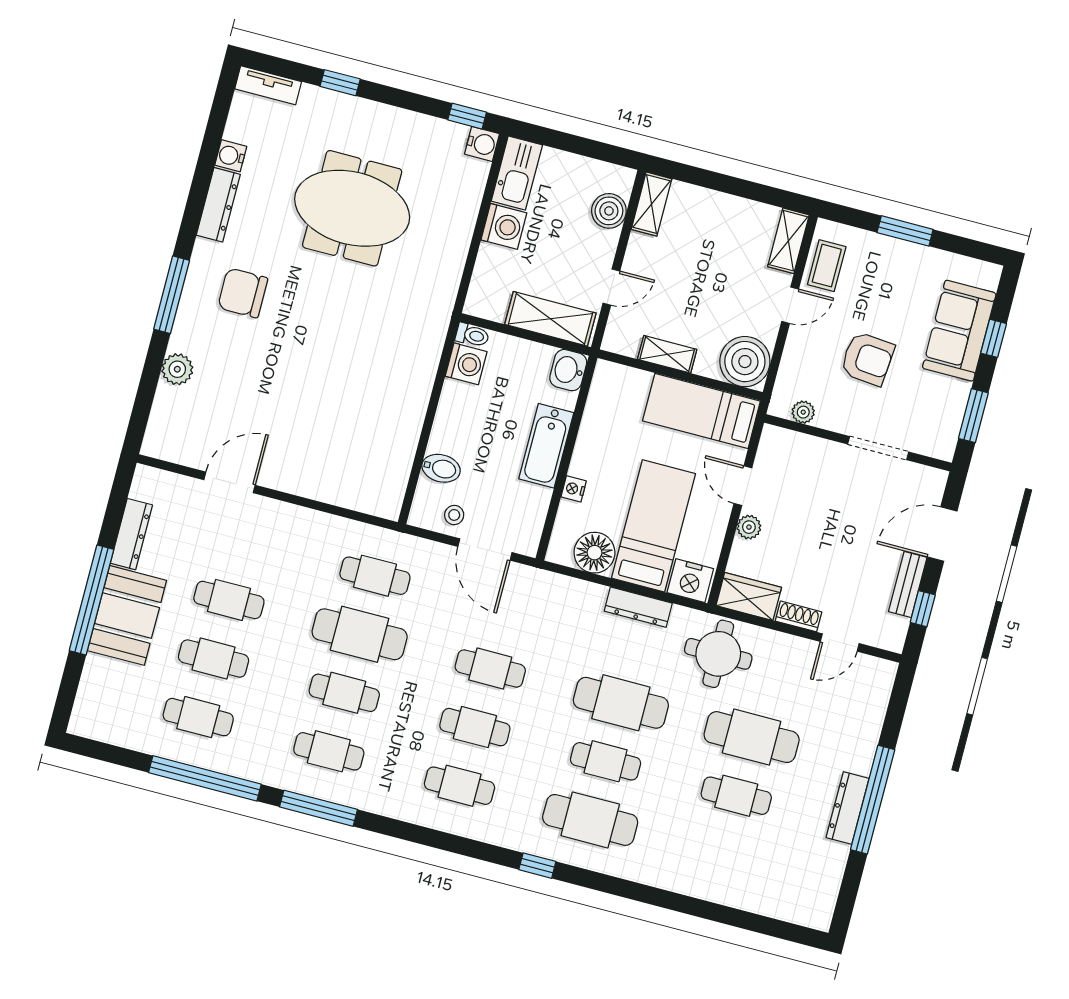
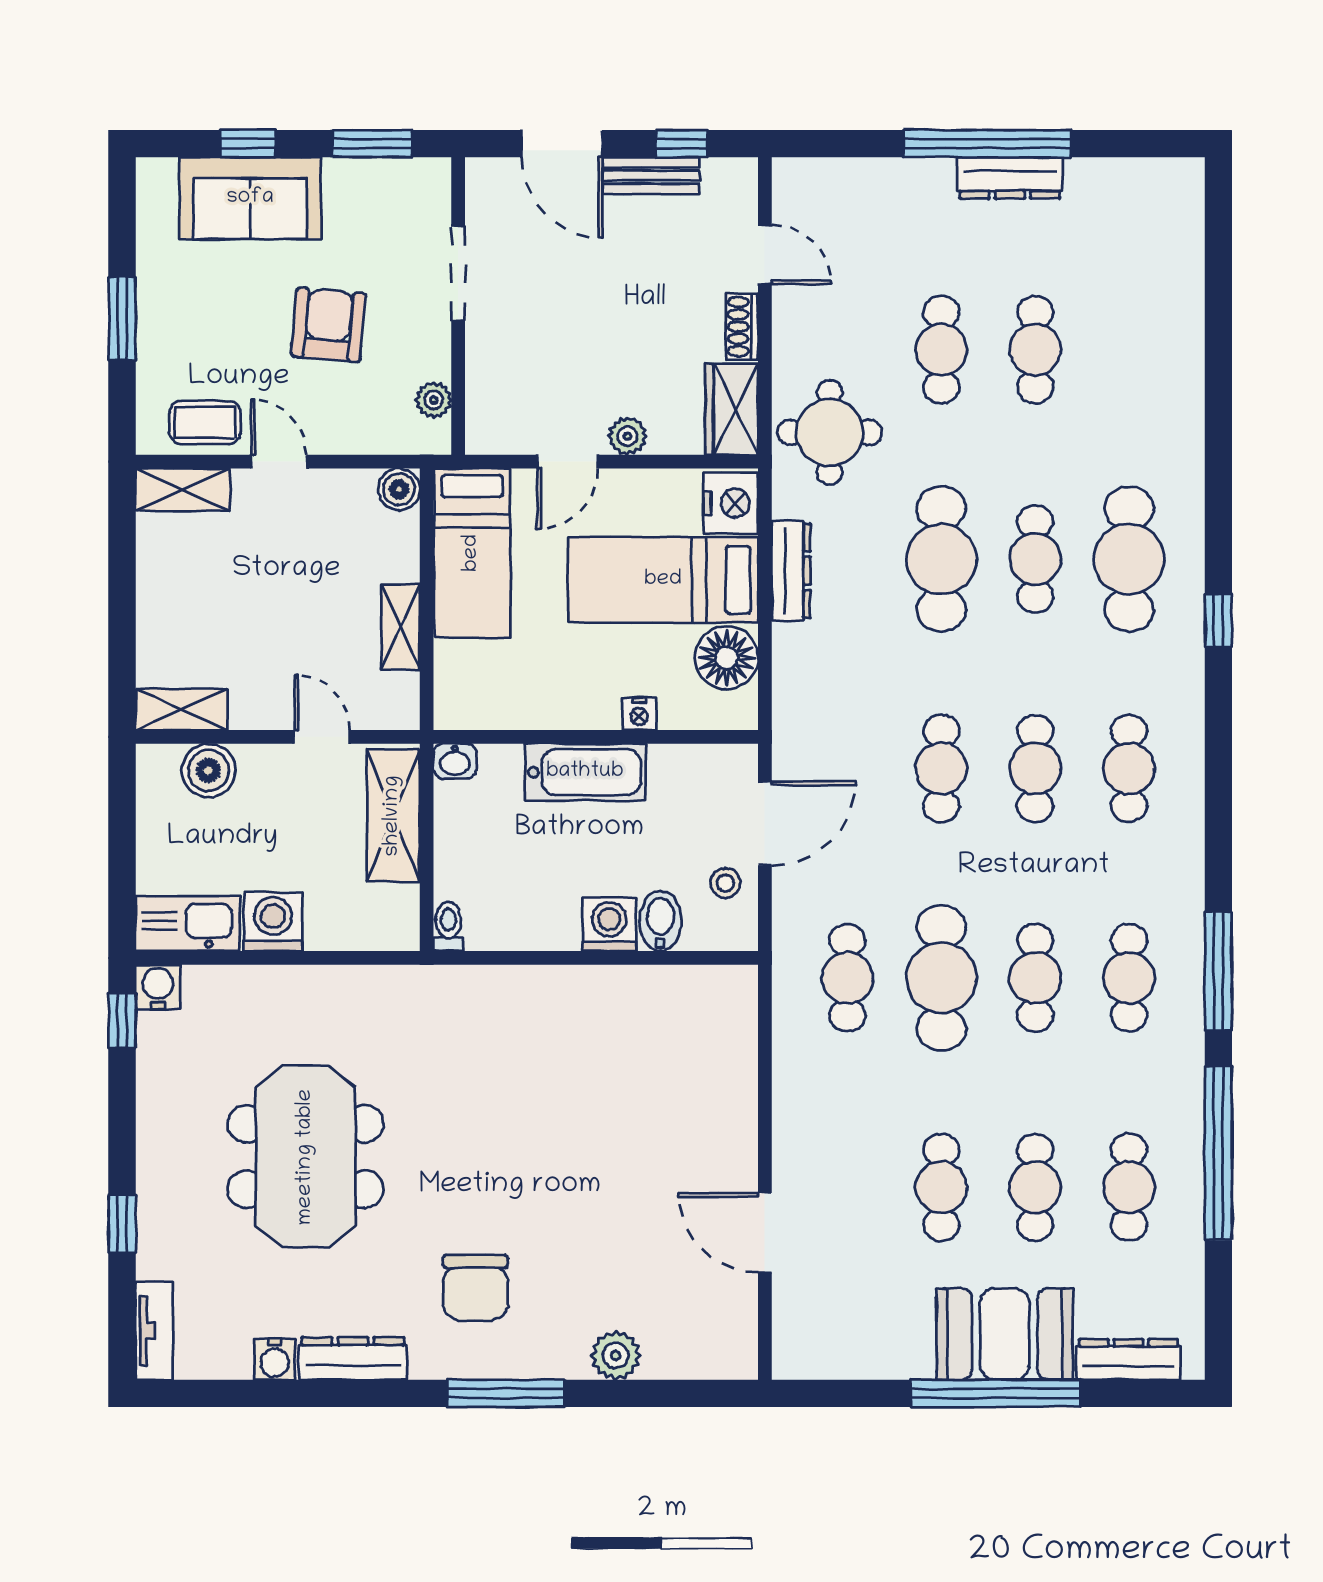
boiler: (745, 362) -> (399, 489), width x0.54, depth x0.54
washing machine: (466, 364) -> (609, 924), moved
washbasin: (568, 370) -> (455, 761), width x0.72, depth x0.69
dresser: (131, 534) -> (1128, 1359), moved
cafe table: (752, 737) -> (941, 350), width x0.73, depth x0.74

